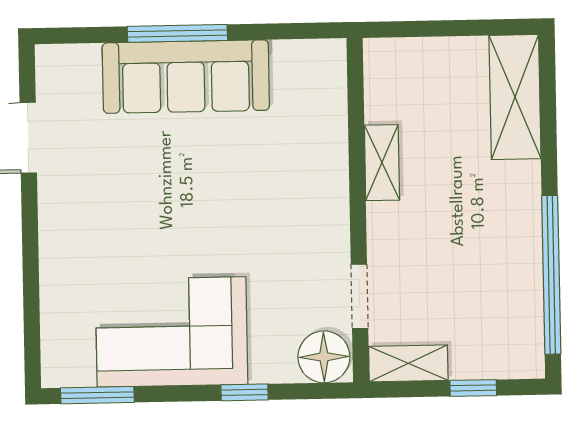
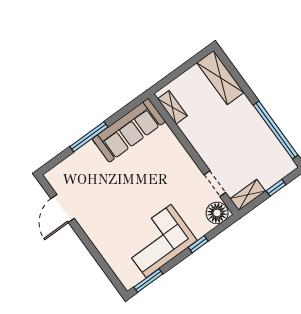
sofa: (186, 77) -> (129, 130), moved
shelving: (382, 163) -> (172, 107), moved

